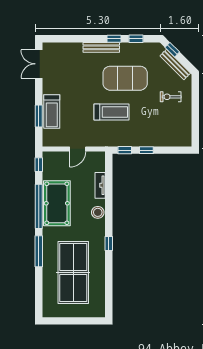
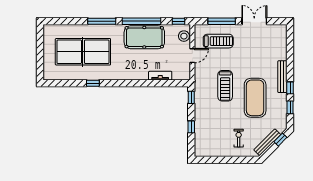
double door: (39, 64) -> (254, 21), moved
treadmill: (52, 112) -> (218, 41), moved, turned 180
window: (39, 116) -> (222, 21), width x1.44
door: (78, 149) -> (192, 56), swing flipped
window: (146, 150) -> (191, 127), moved
stool: (98, 212) -> (184, 36), moved
window: (109, 244) -> (93, 83), moved

